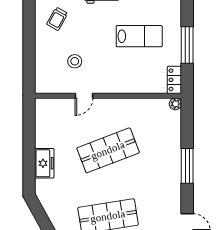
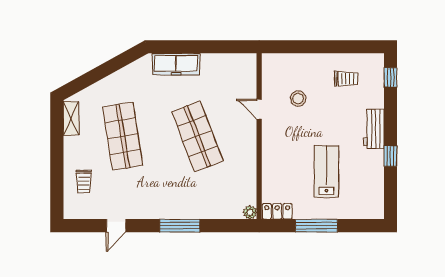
trolley: (57, 19) -> (346, 79), turned 151
lab bench: (139, 36) -> (326, 171), turned 180
freezer: (44, 163) -> (176, 64), width x1.40

